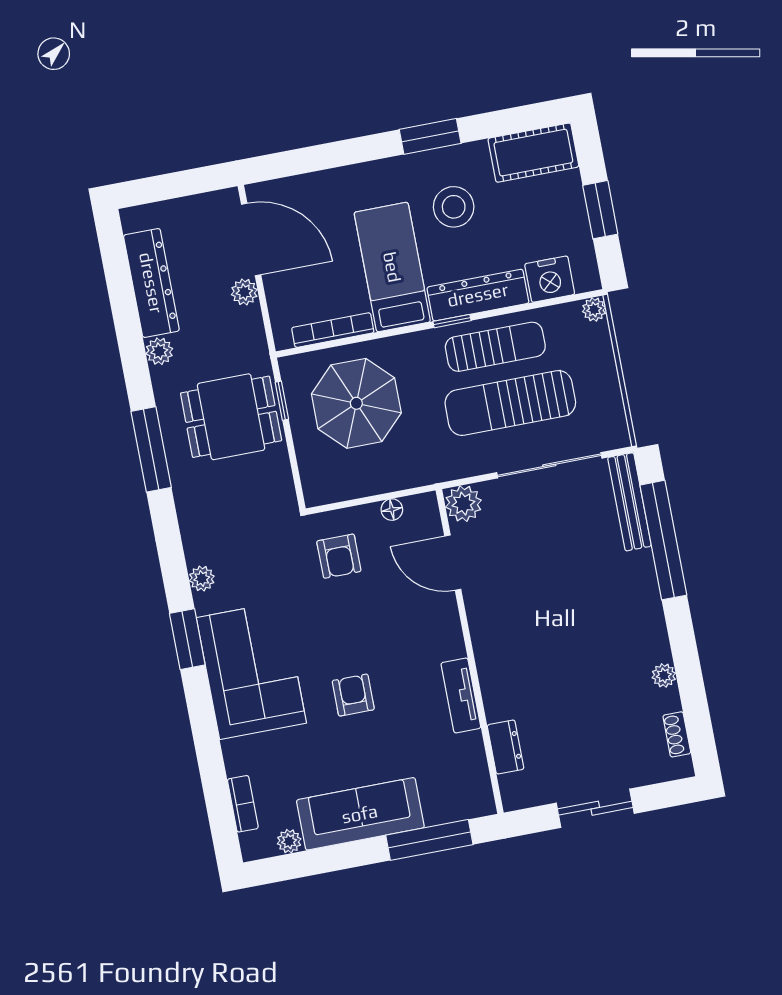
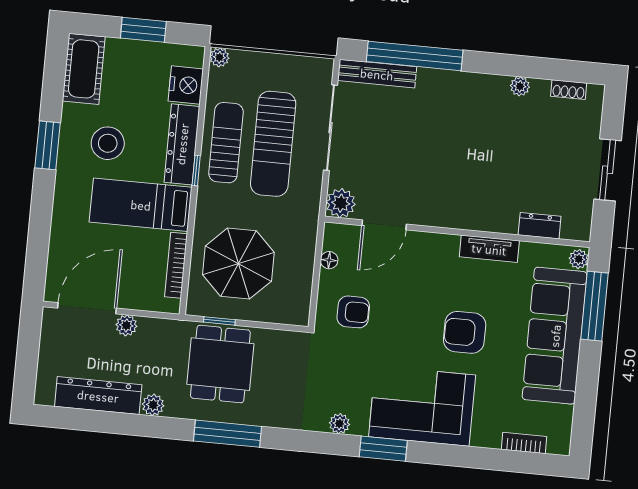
armchair: (353, 695) -> (465, 332), width x1.38, depth x1.38
sofa: (360, 814) -> (555, 336), width x1.36, depth x1.27
plant: (289, 841) -> (579, 259), moved

